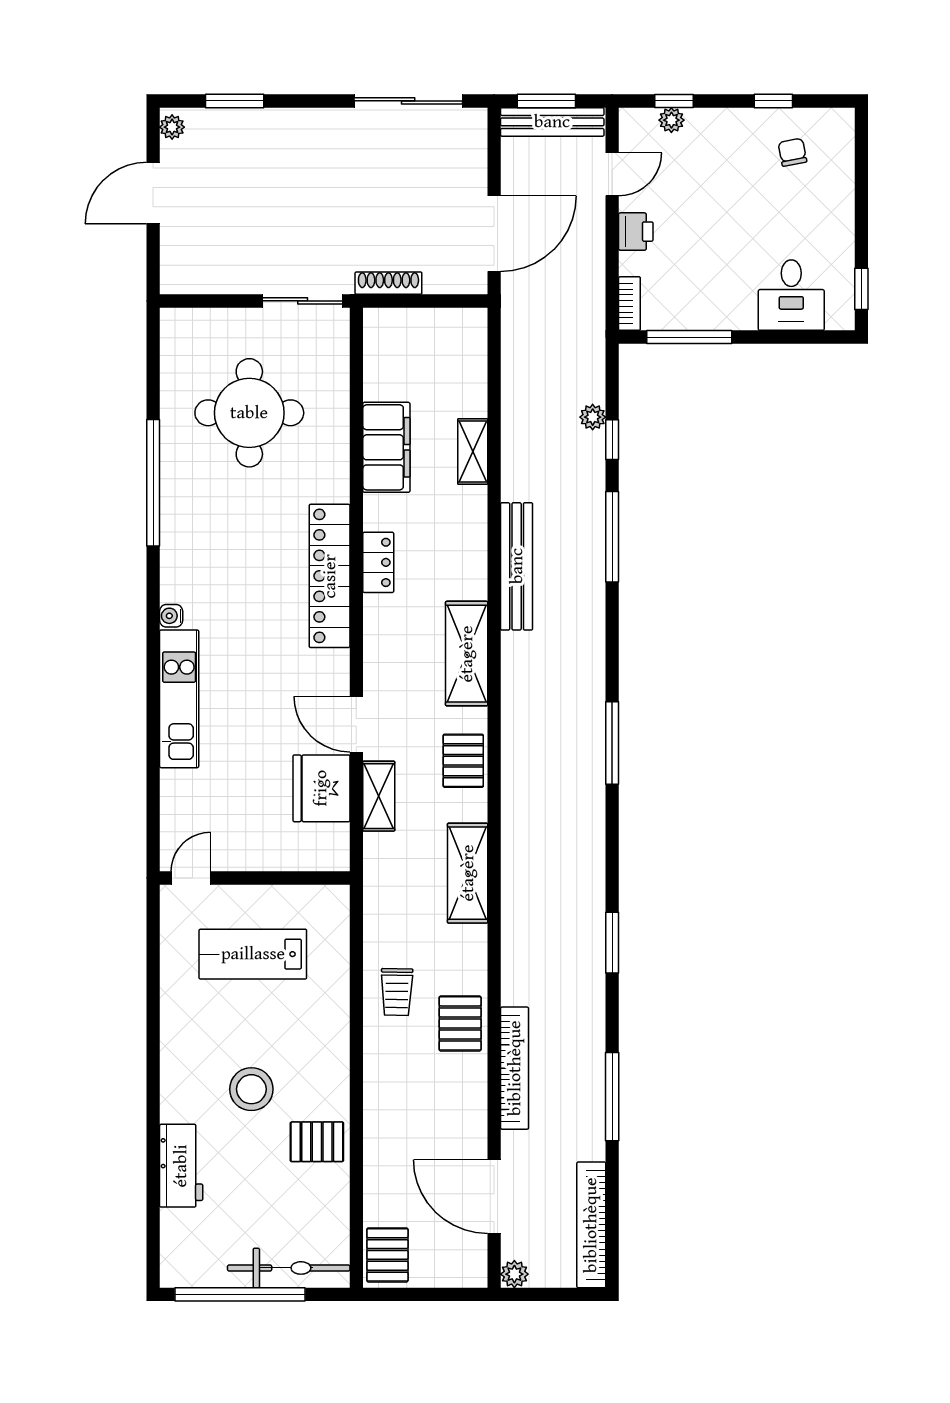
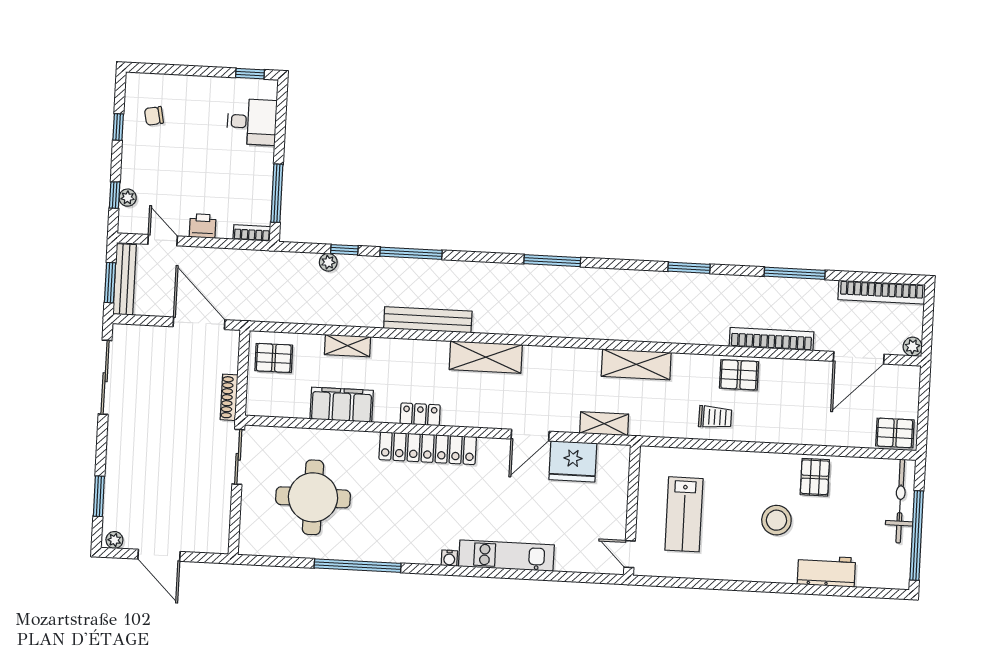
pallet: (463, 761) -> (274, 358), moved
shelving: (379, 796) -> (604, 424), moved

